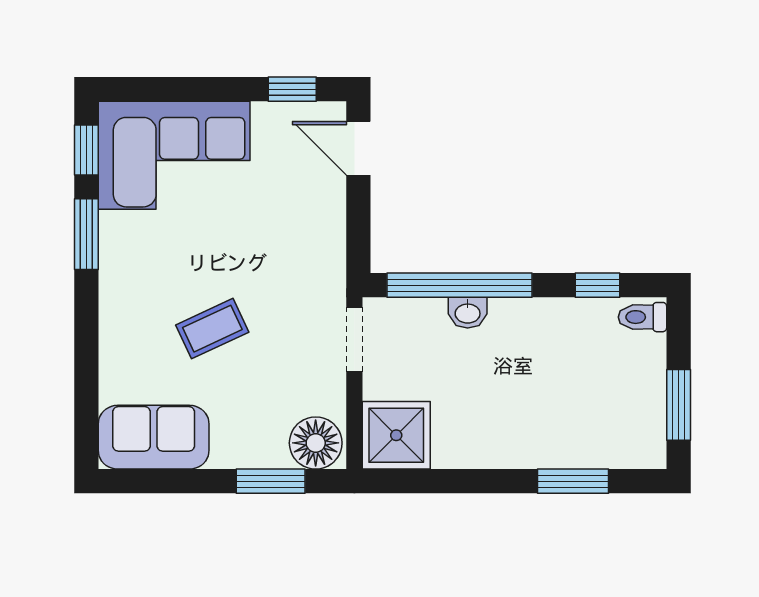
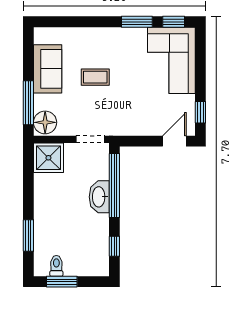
washbasin: (468, 313) -> (99, 197), width x1.91, depth x1.45
toilet: (642, 317) -> (56, 266), moved
coffee table: (212, 329) -> (95, 77), turned -65
sofa: (154, 437) -> (48, 69), moved
window: (271, 481) -> (28, 103), width x1.44

